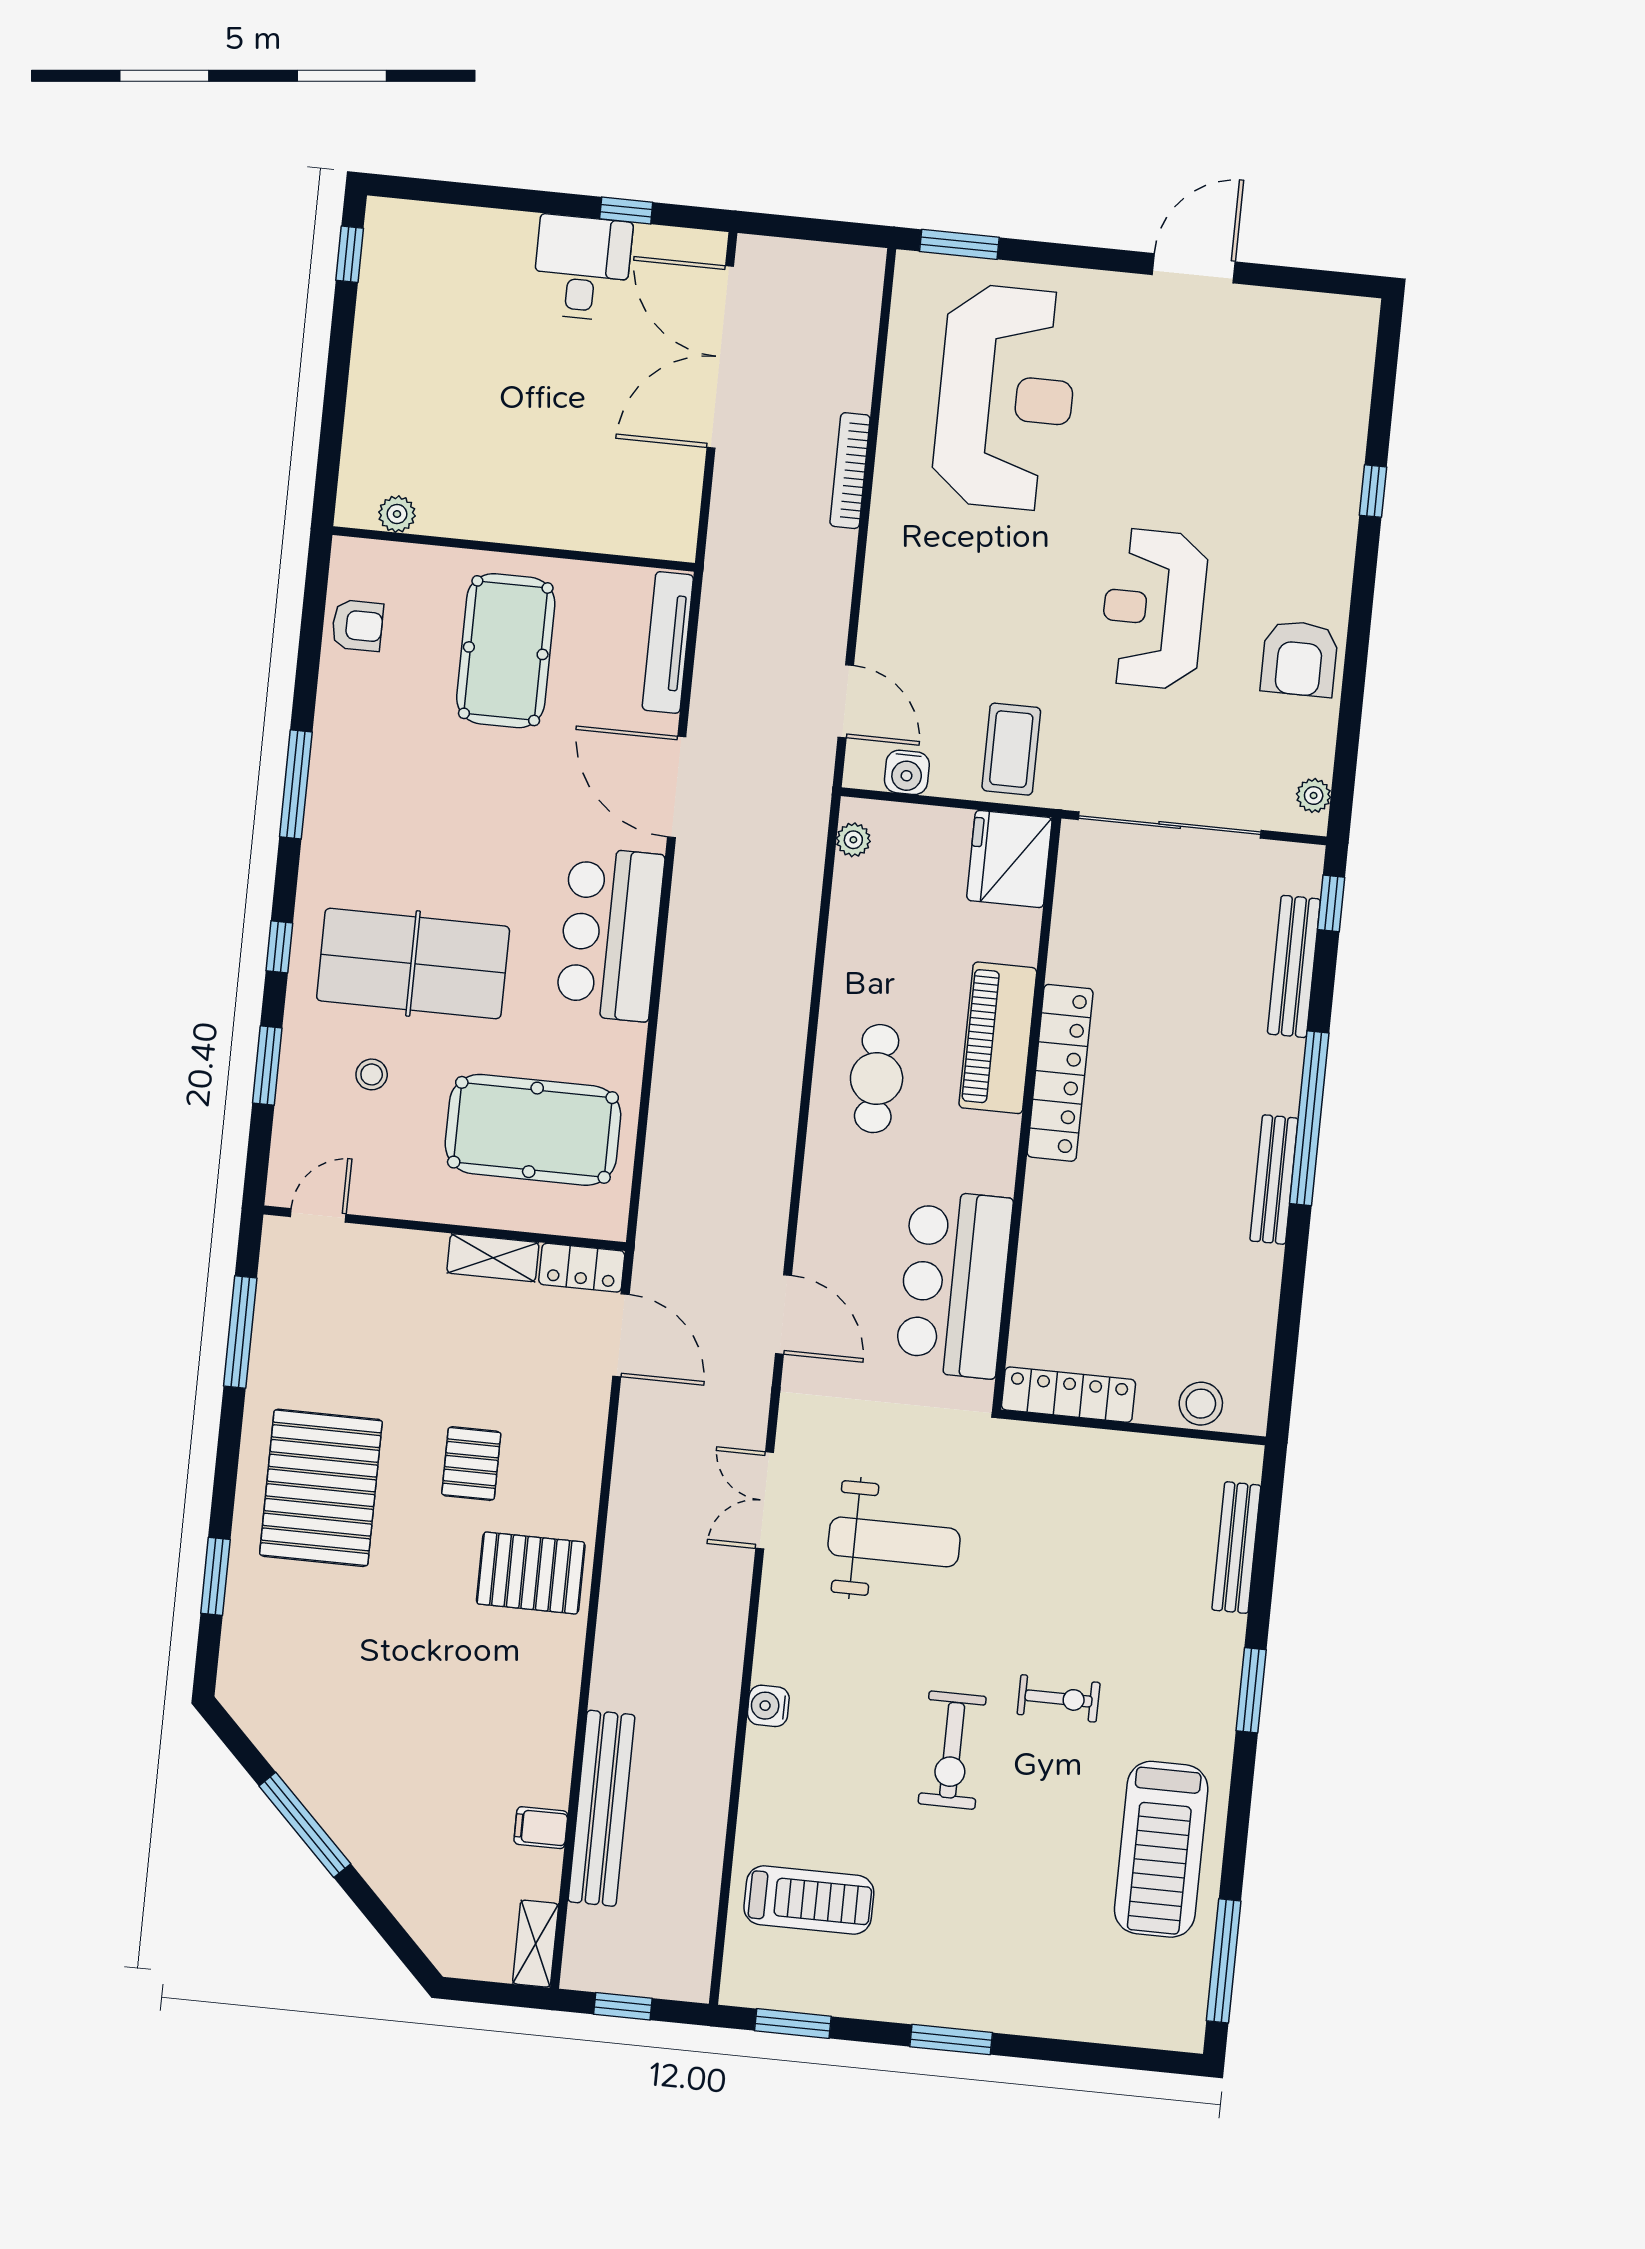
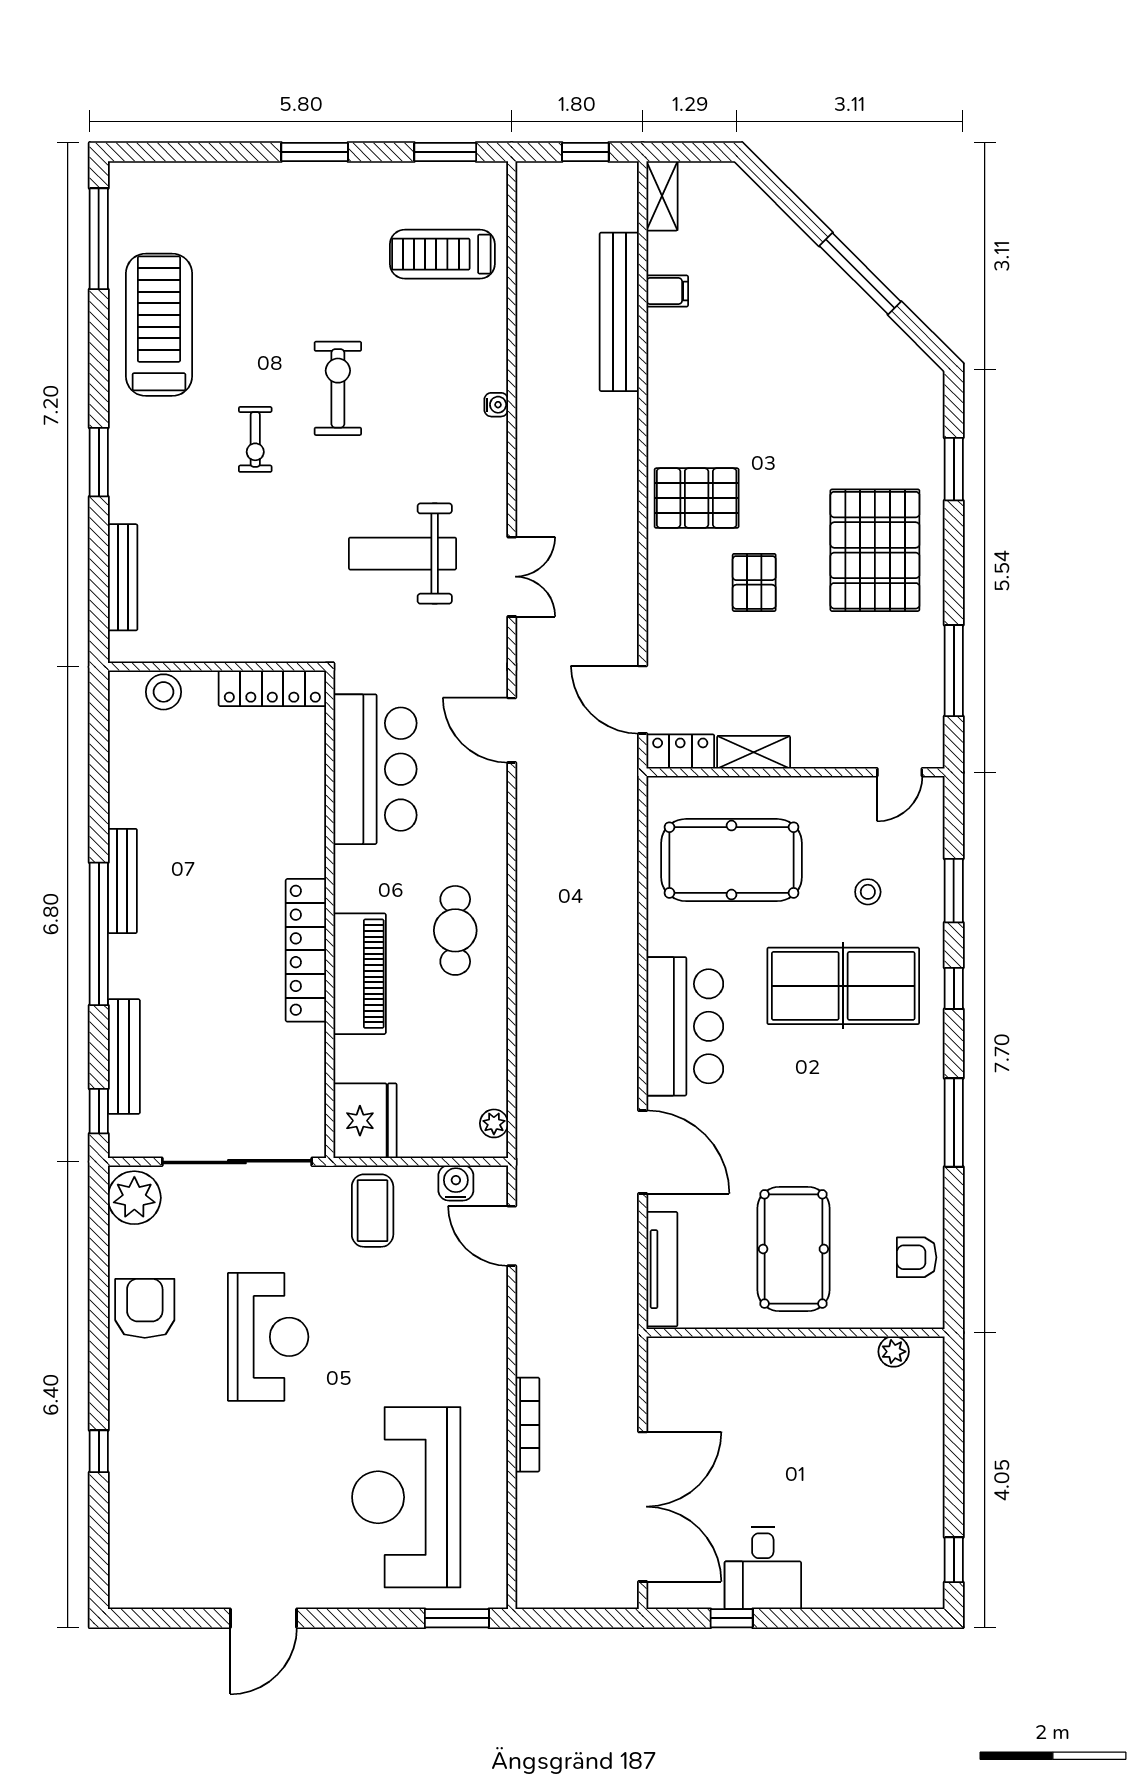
plant: (1314, 796) -> (134, 1198), width x1.88, depth x1.88
exercise bike: (1059, 1698) -> (255, 439), turned -90
water cooler: (768, 1706) -> (496, 405), width x0.72, depth x0.72

